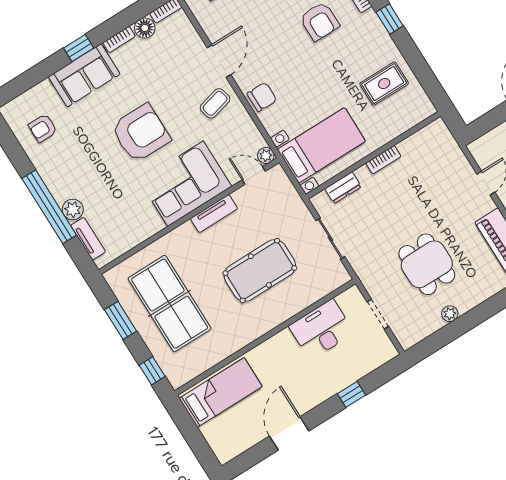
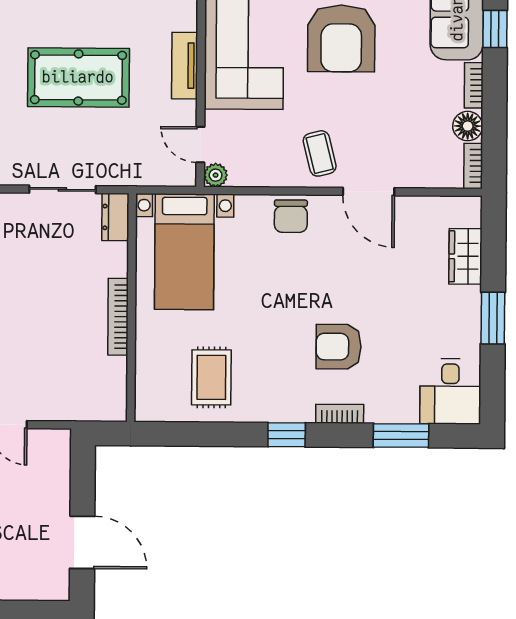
bookcase: (383, 160) -> (118, 317), width x1.56
door: (254, 176) -> (200, 145), swing flipped
dresser: (343, 188) -> (115, 217), moved
pool table: (260, 271) -> (78, 77), turned 90

